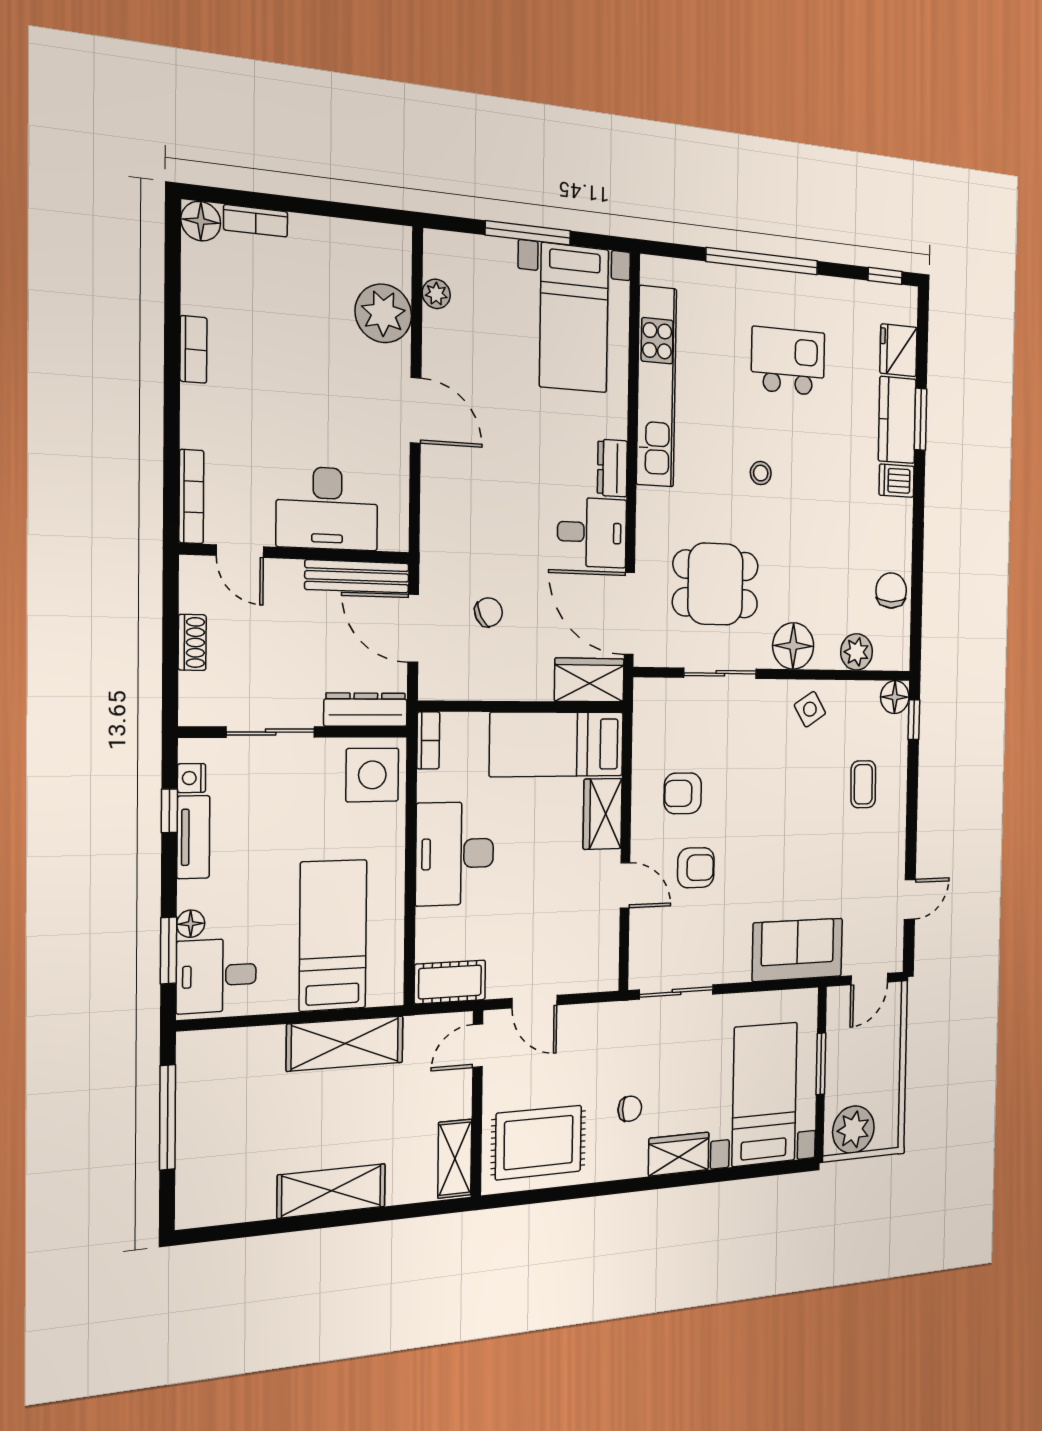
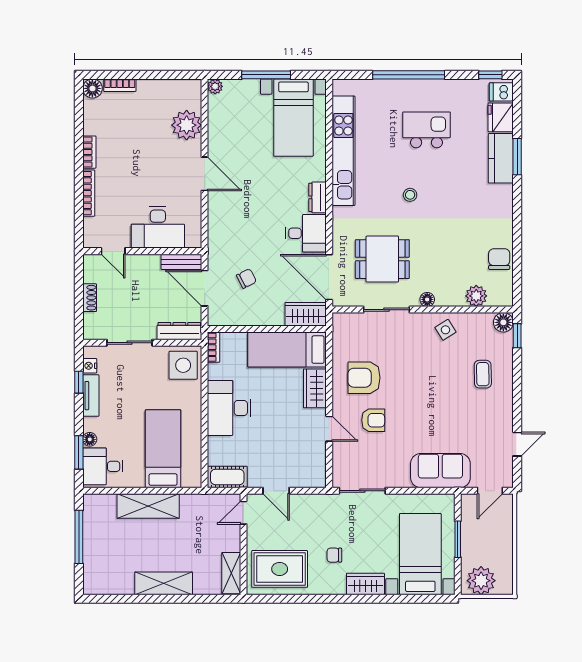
plant: (436, 294) -> (215, 86), moved
dishwasher: (897, 481) -> (501, 92), moved
bookcase: (191, 497) -> (89, 193), moved
bench: (357, 576) -> (181, 262), width x0.73
floor lamp: (793, 646) -> (427, 299), width x0.53, depth x0.53
armchair: (683, 793) -> (364, 378), width x1.38, depth x1.38
shelving: (345, 1043) -> (148, 506), moved
chair: (630, 1109) -> (334, 555), turned 180

